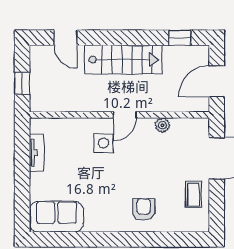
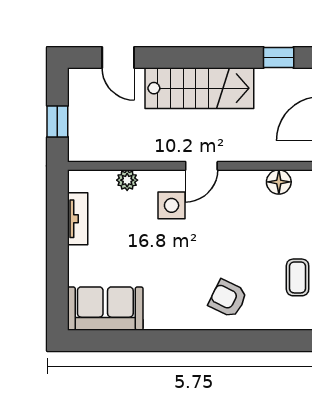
plant: (162, 125) -> (127, 180), moved
floor lamp: (180, 126) -> (279, 182), added
armchair: (144, 209) -> (228, 299), turned -64

